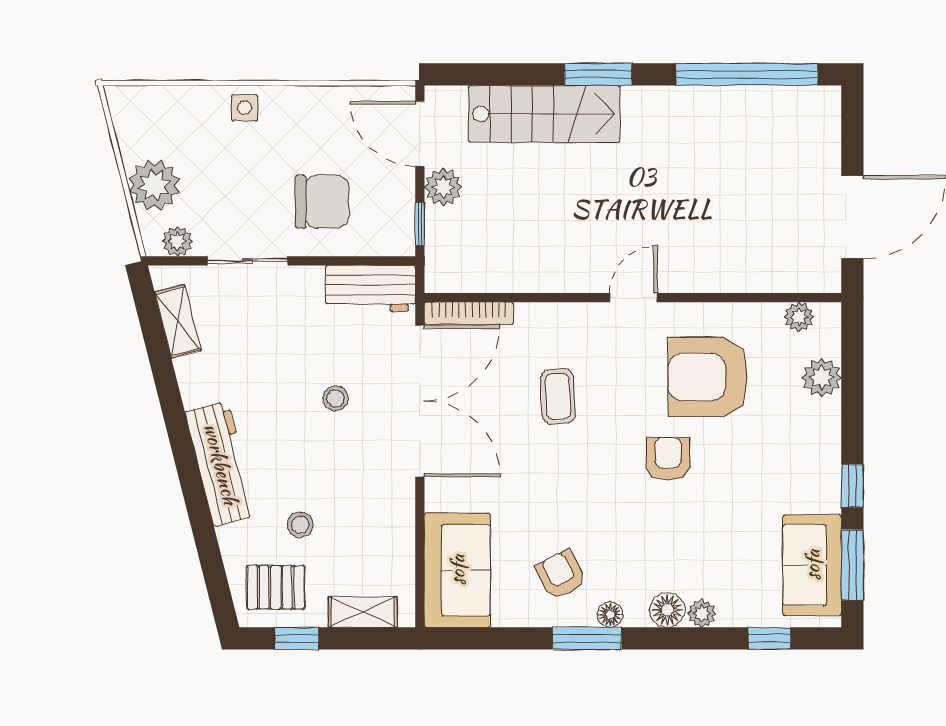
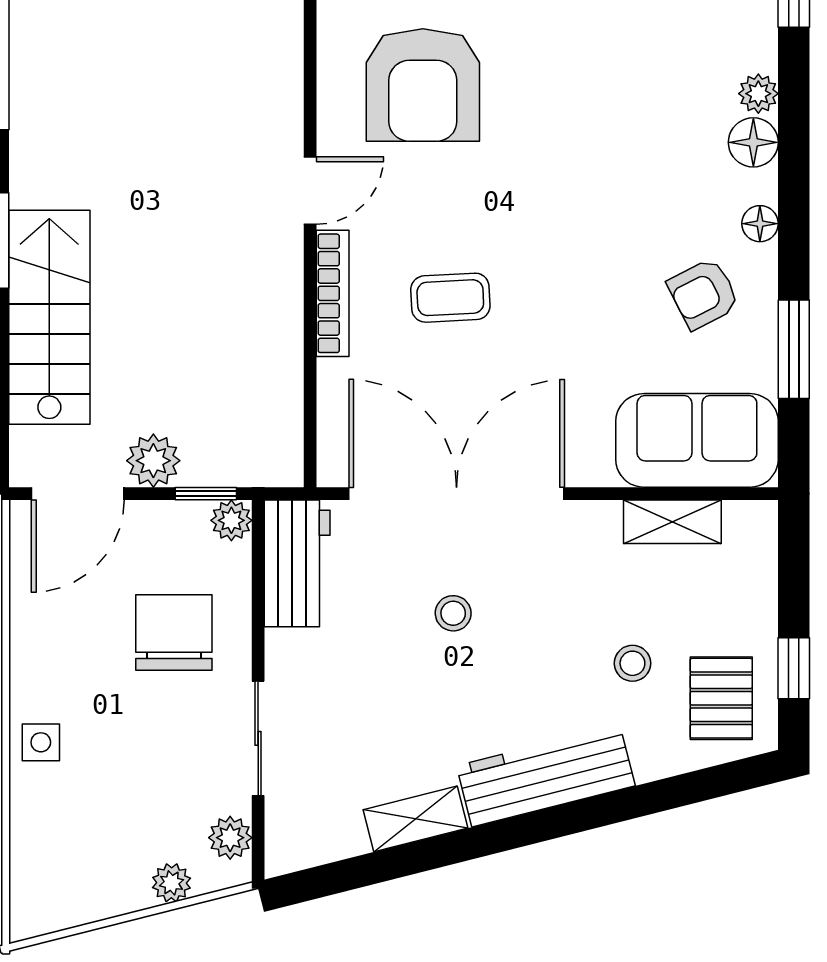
plant: (154, 185) -> (171, 883), width x0.53, depth x0.53
plant: (401, 242) -> (231, 520), added
door: (633, 298) -> (310, 191), swing flipped
bookcase: (469, 313) -> (333, 293), moved
shelving: (178, 321) -> (415, 819), moved
armchair: (668, 459) -> (539, 141), removed
shelving: (363, 612) -> (672, 522), moved, turned 90
window: (587, 638) -> (794, 349), moved

